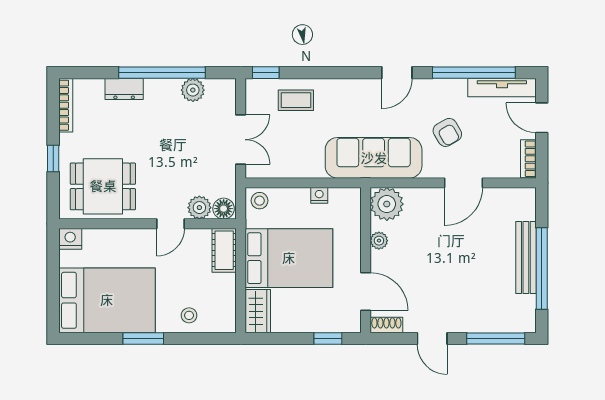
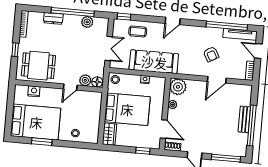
door: (397, 73) -> (173, 21), moved
sofa: (374, 158) -> (154, 62), moved
nightstand: (70, 239) -> (34, 91), moved
cot: (224, 250) -> (96, 103), removed
bench: (526, 258) -> (244, 119), width x0.73
window: (143, 339) -> (42, 142), moved

